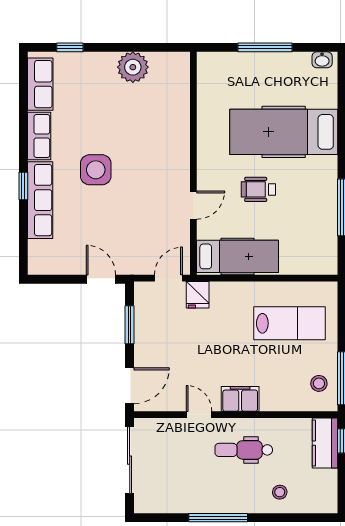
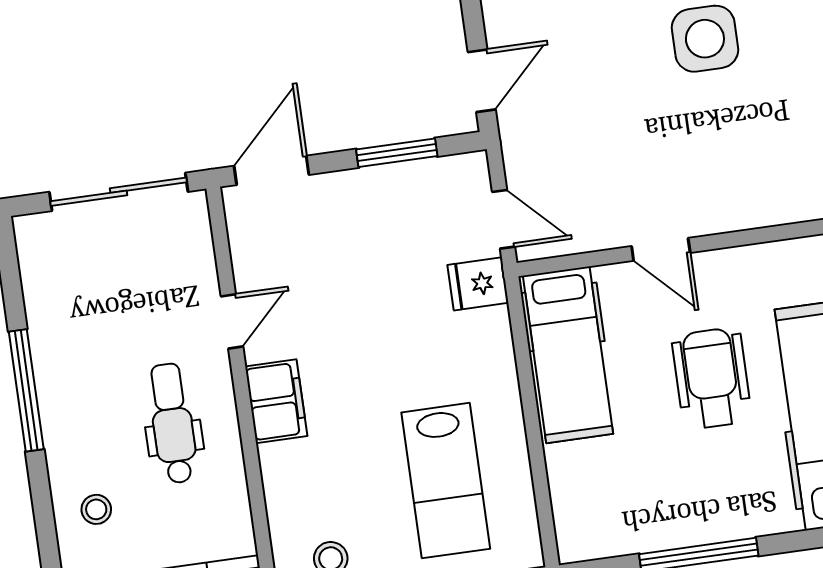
wheelchair: (258, 189) -> (712, 378), width x1.36, depth x1.37
door: (130, 386) -> (271, 170), swing flipped

